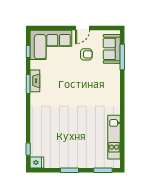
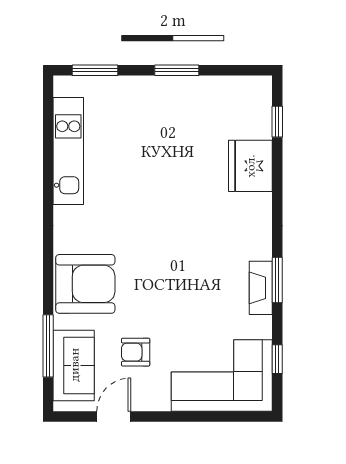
door: (83, 28) -> (114, 417), moved
armchair: (107, 82) -> (85, 284), added
fridge: (37, 163) -> (250, 166), moved, width x1.88, depth x1.34

